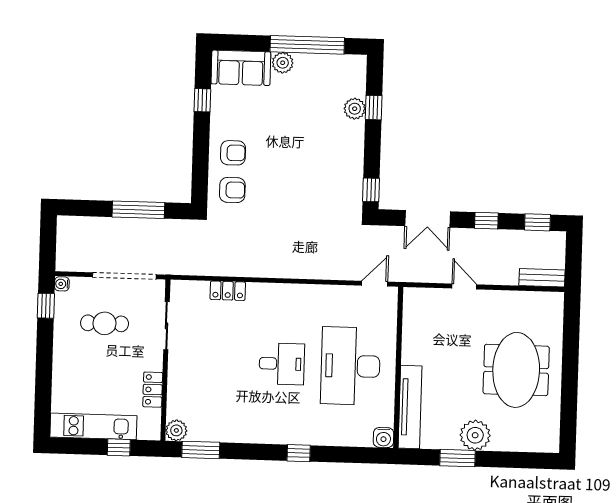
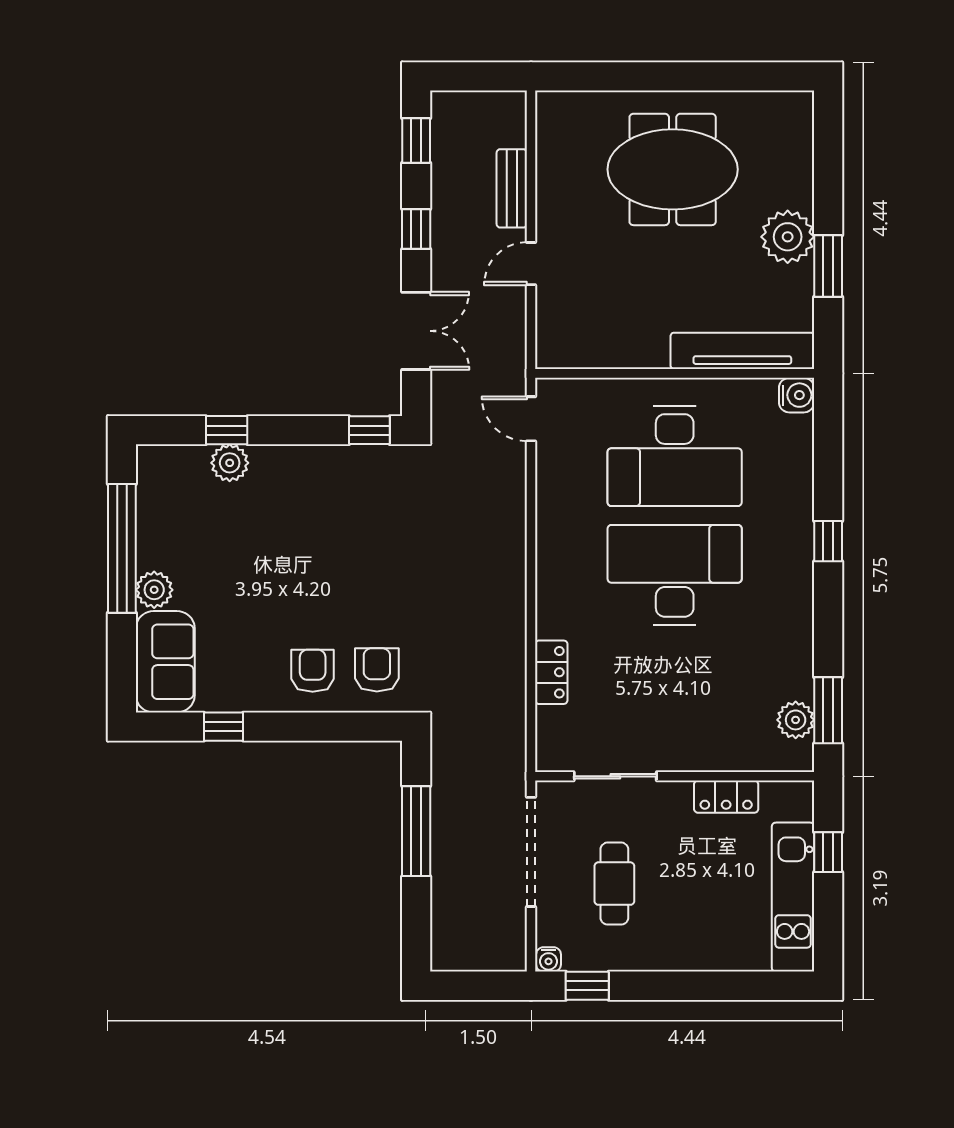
bench: (542, 278) -> (512, 188), moved
desk: (282, 364) -> (675, 575), width x1.87, depth x1.30
plant: (176, 430) -> (796, 720), moved

